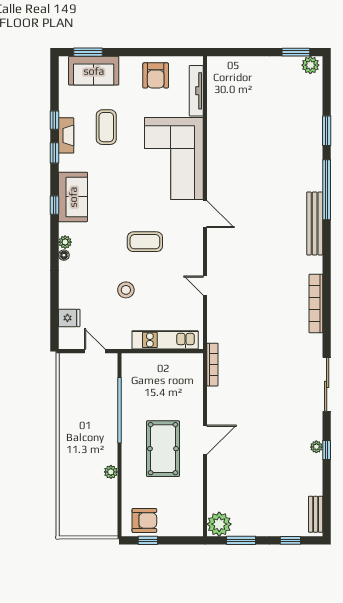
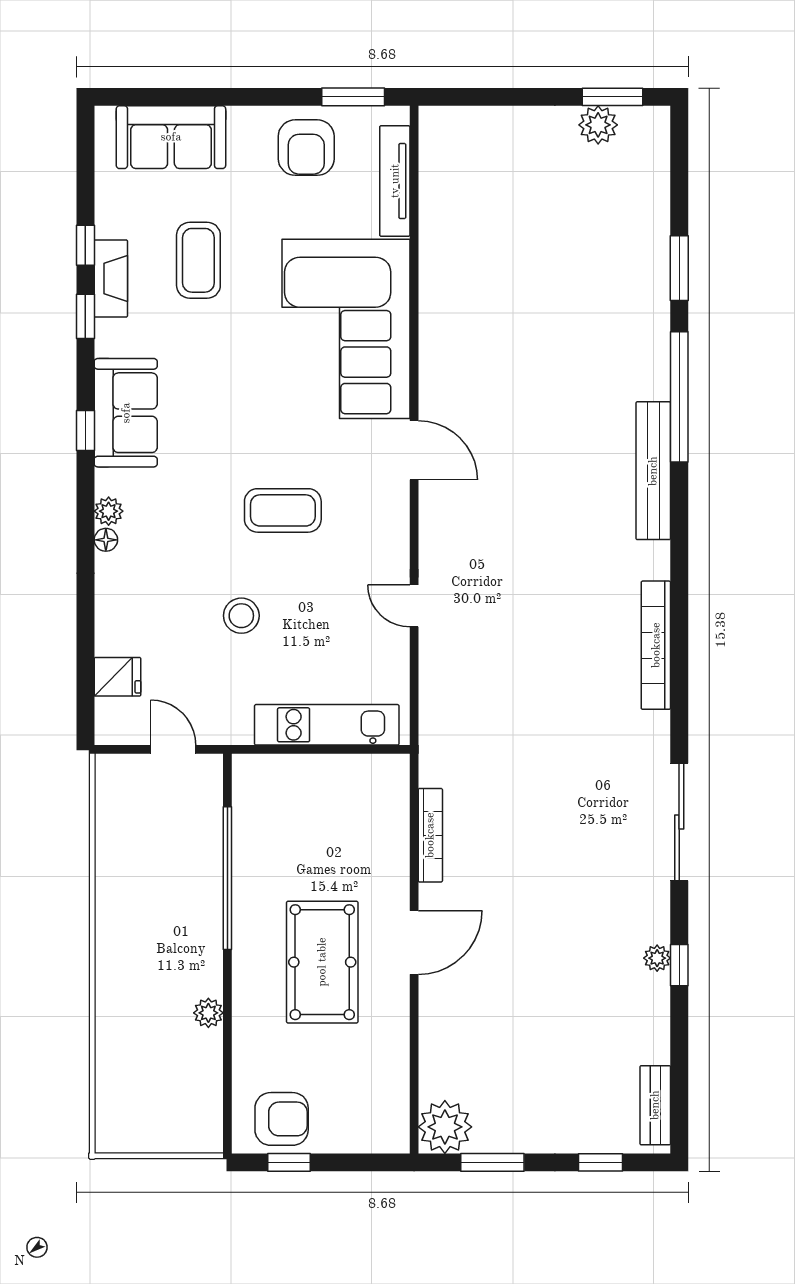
window: (88, 52) -> (353, 97), moved
plant: (310, 65) -> (598, 125), moved
bookcase: (212, 365) -> (430, 835), moved

